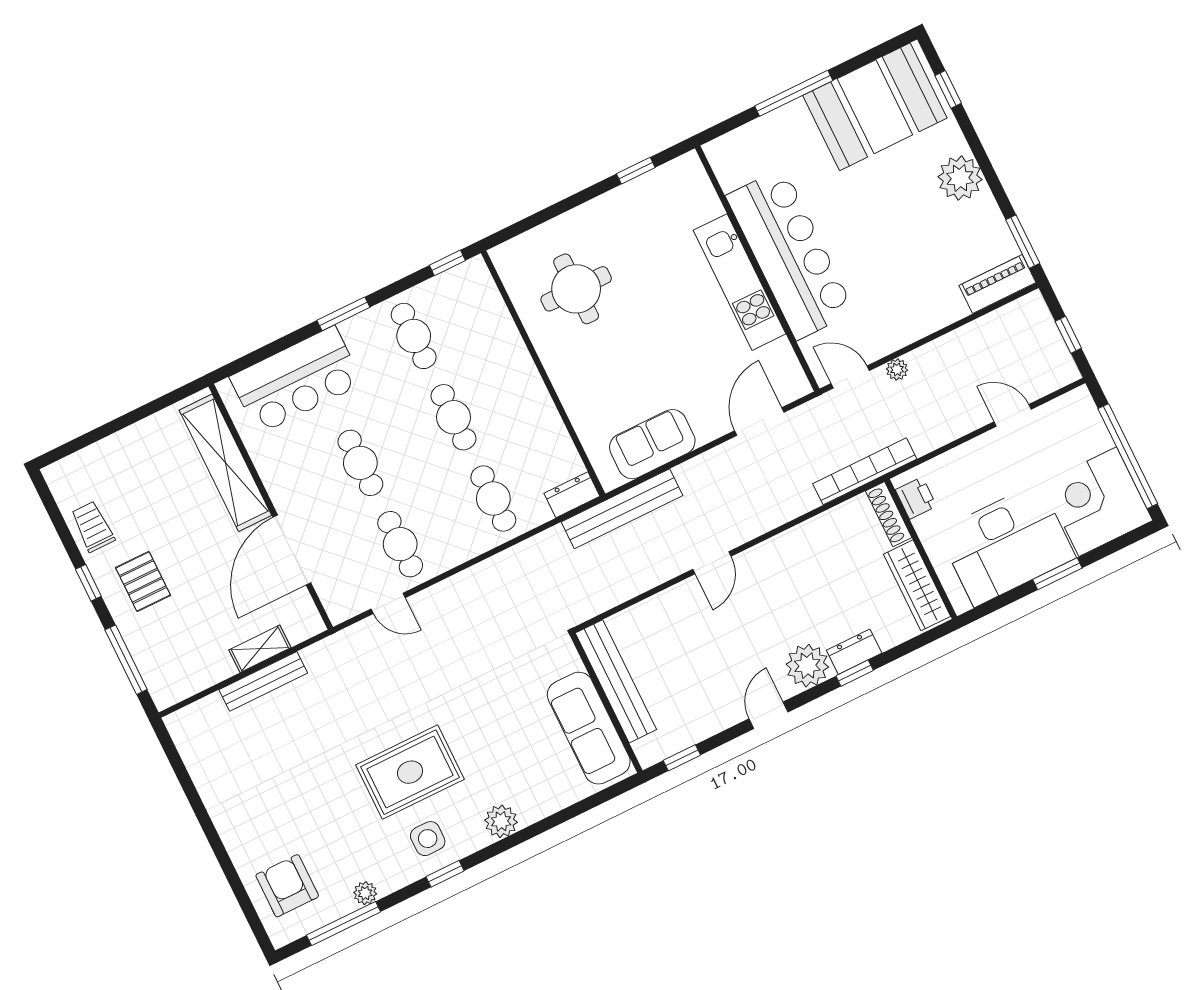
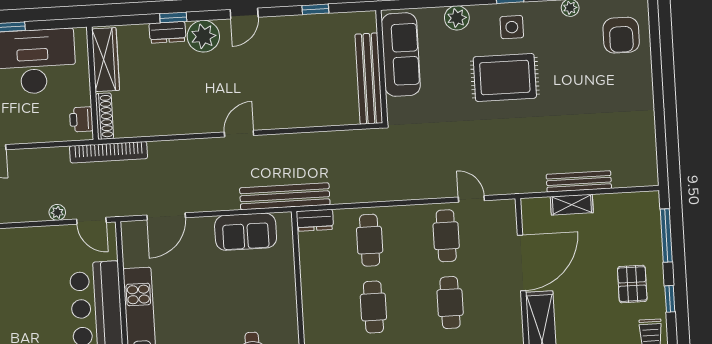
bench: (616, 681) -> (369, 79), moved
wall: (606, 703) -> (382, 67), moved
sofa: (589, 728) -> (401, 55), moved

